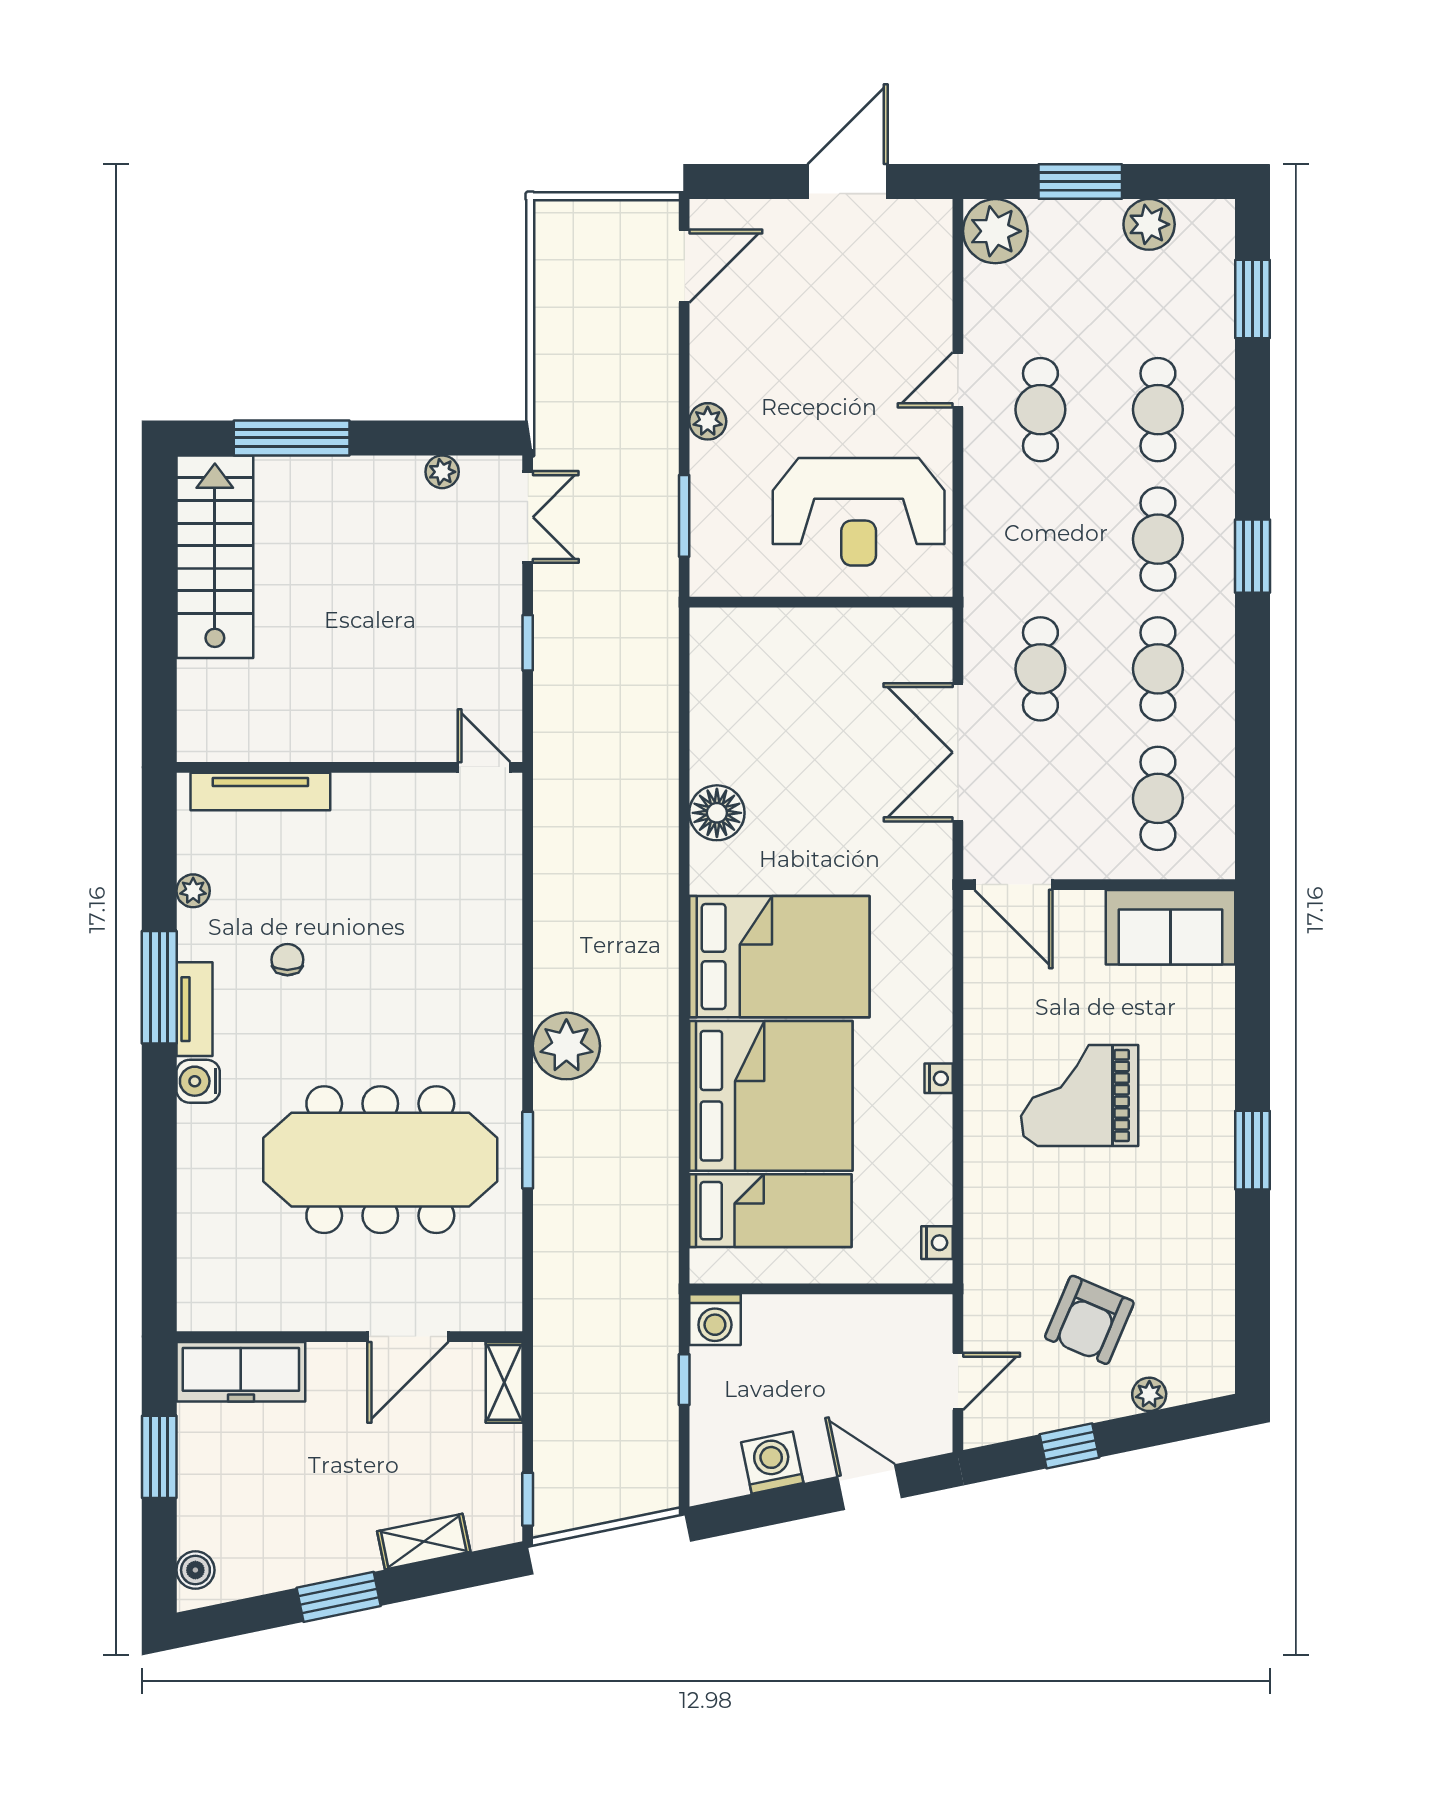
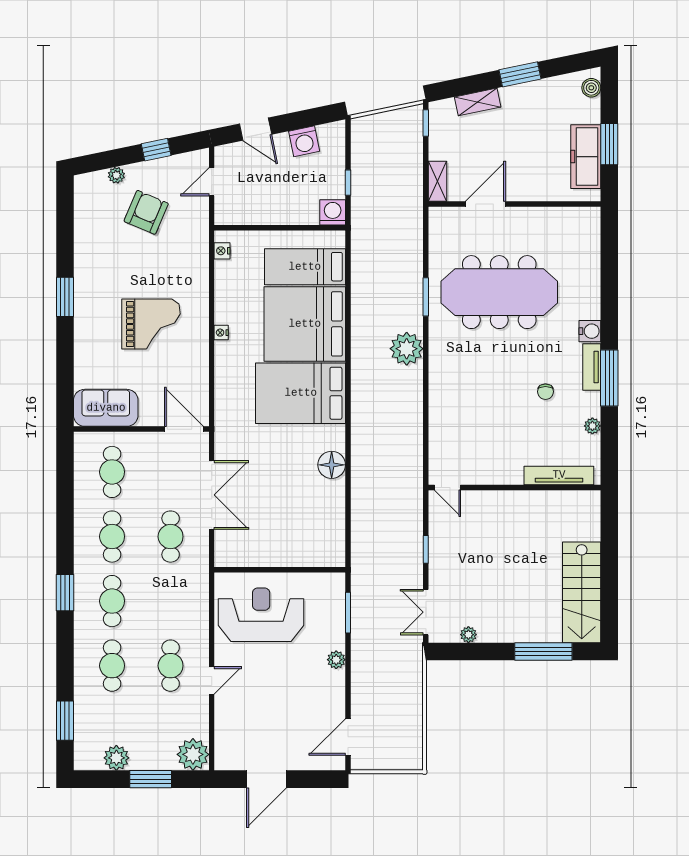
freezer: (241, 1372) -> (586, 157), moved, turned -90

